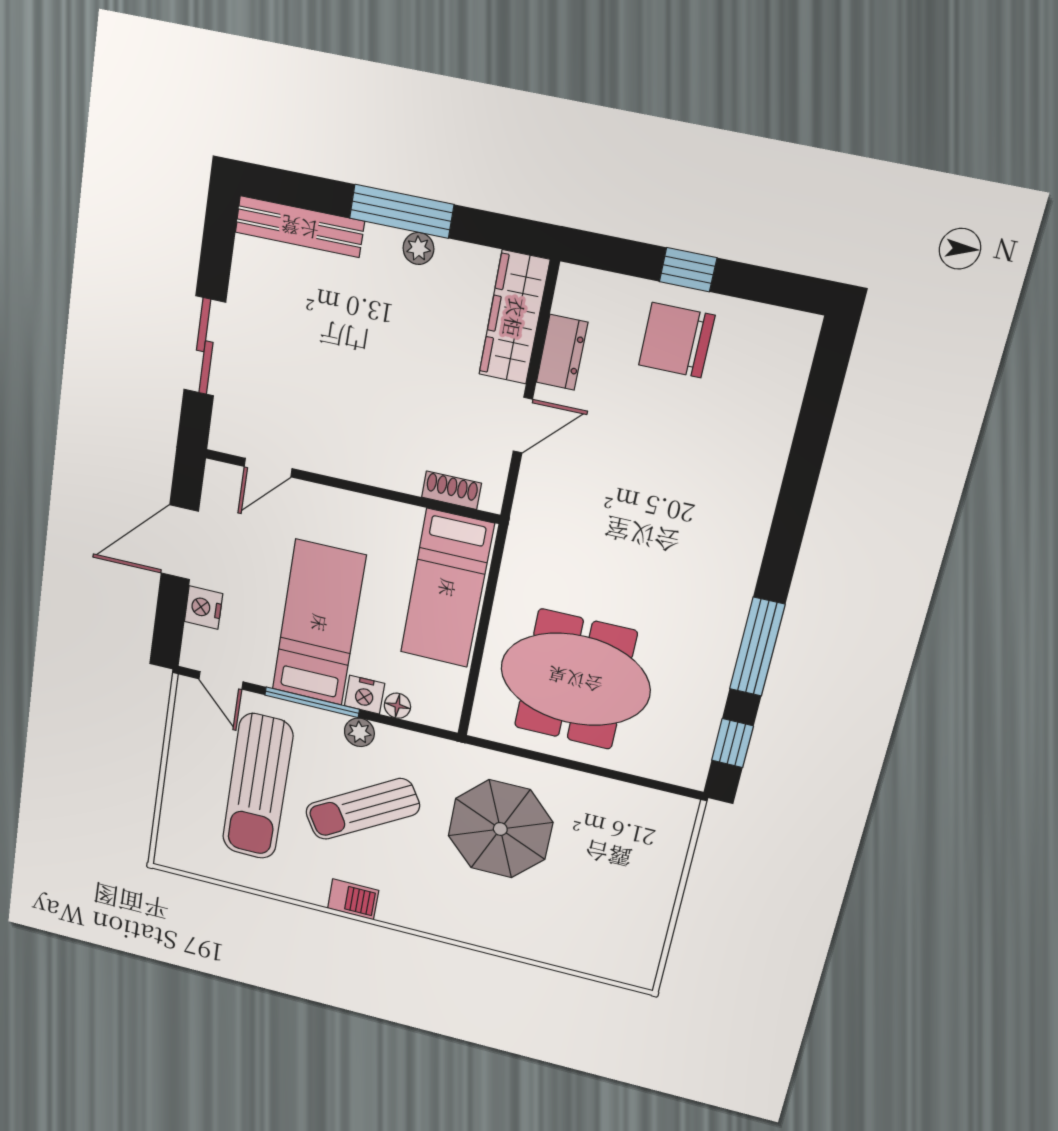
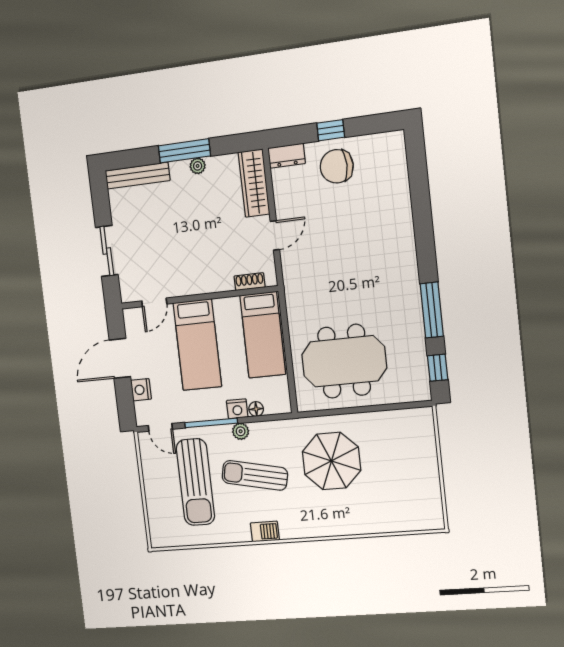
dresser: (562, 352) -> (287, 156), moved, turned 90
bed: (319, 623) -> (197, 345), moved, turned 180
sun lounger: (363, 809) -> (255, 475), turned 43

